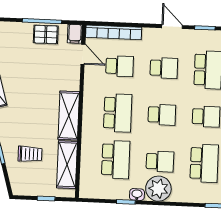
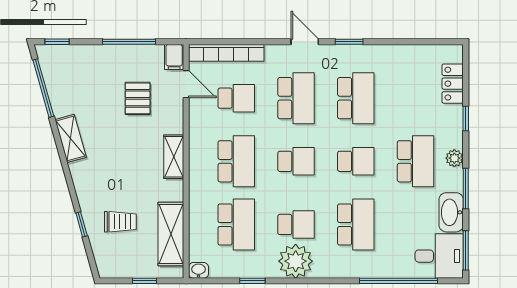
pallet: (46, 34) -> (138, 98), moved, turned 90
school desk: (164, 68) -> (296, 98), width x1.85
shelving: (69, 116) -> (174, 157), width x0.67, depth x0.75
washbasin: (137, 195) -> (199, 270), moved

